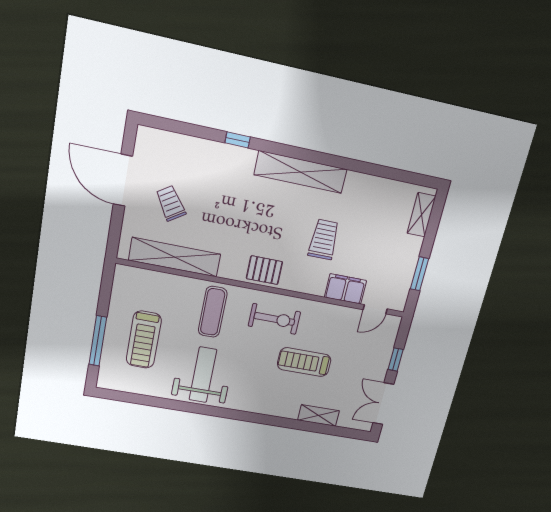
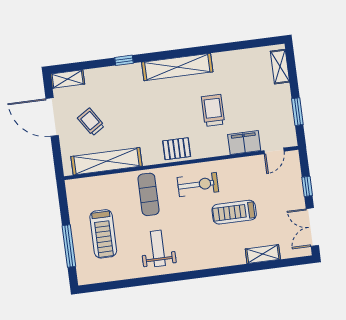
shelving: (158, 138) -> (68, 79), added
weight bench: (203, 375) -> (158, 248), width x0.73, depth x0.75

